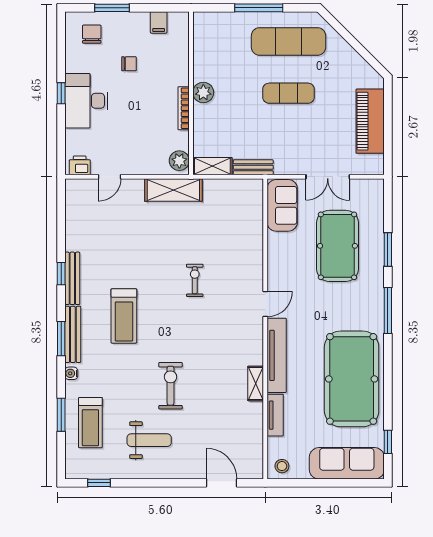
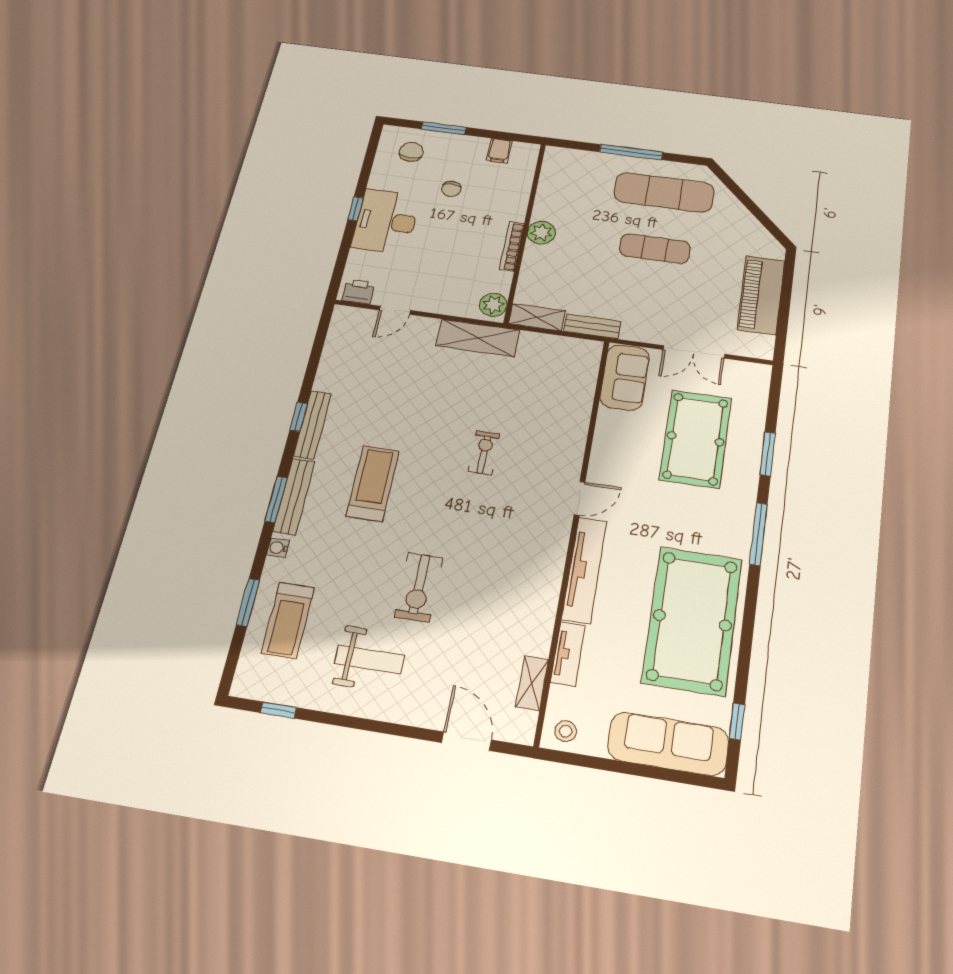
chair: (129, 64) -> (451, 189), turned 90
treadmill: (124, 316) -> (373, 483), turned 180
shelving: (256, 383) -> (532, 683), moved
exercise bike: (170, 386) -> (419, 587), turned 180

